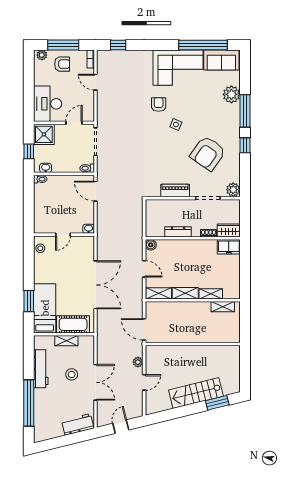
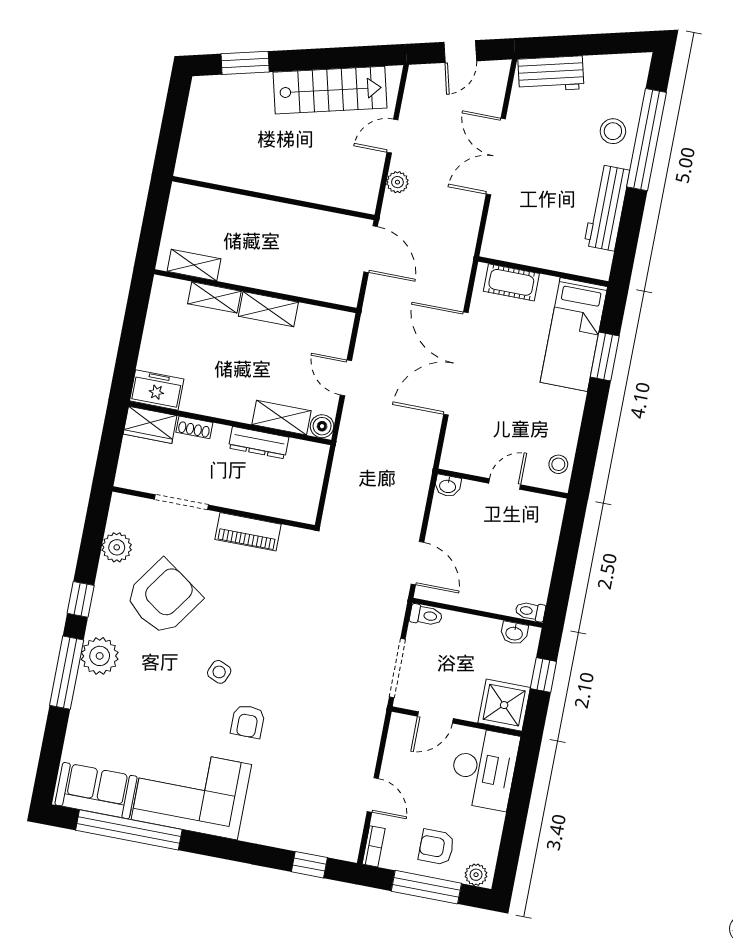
plant: (231, 94) -> (100, 656), moved
plant: (233, 190) -> (117, 547), moved
shelving: (159, 293) -> (282, 418), moved
cot: (73, 324) -> (511, 282), width x0.73, depth x0.75
shelving: (66, 341) -> (541, 257), removed
stool: (72, 374) -> (613, 131), moved
stairs: (196, 393) -> (330, 90), moved

